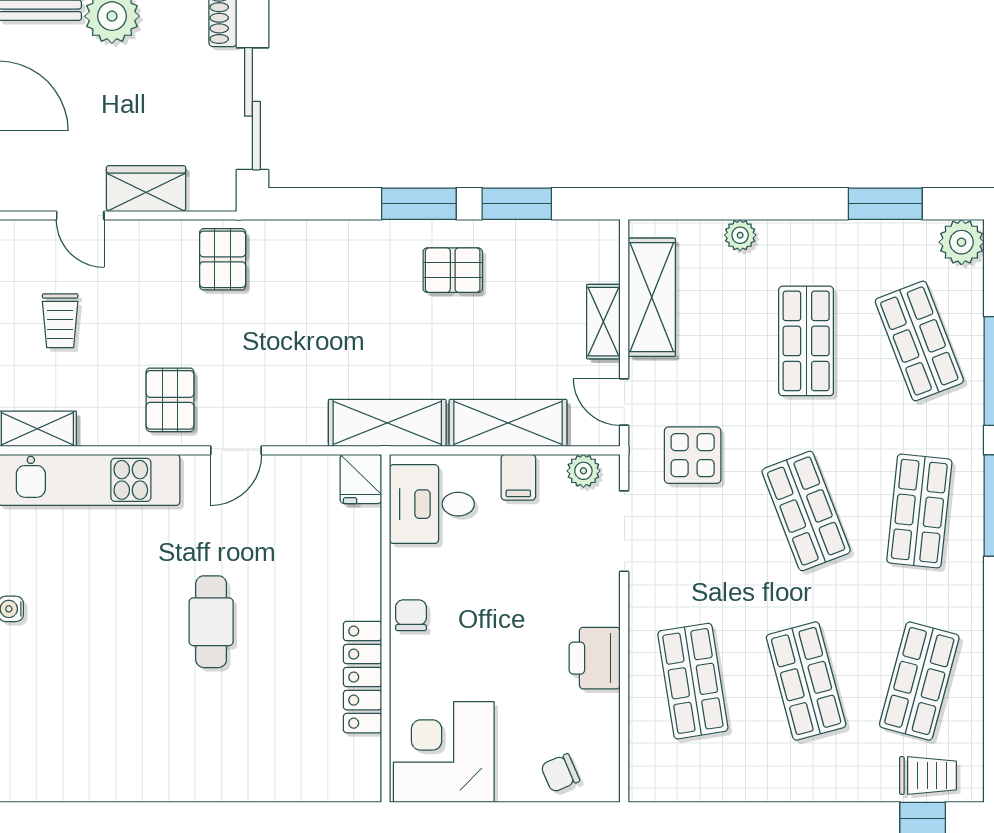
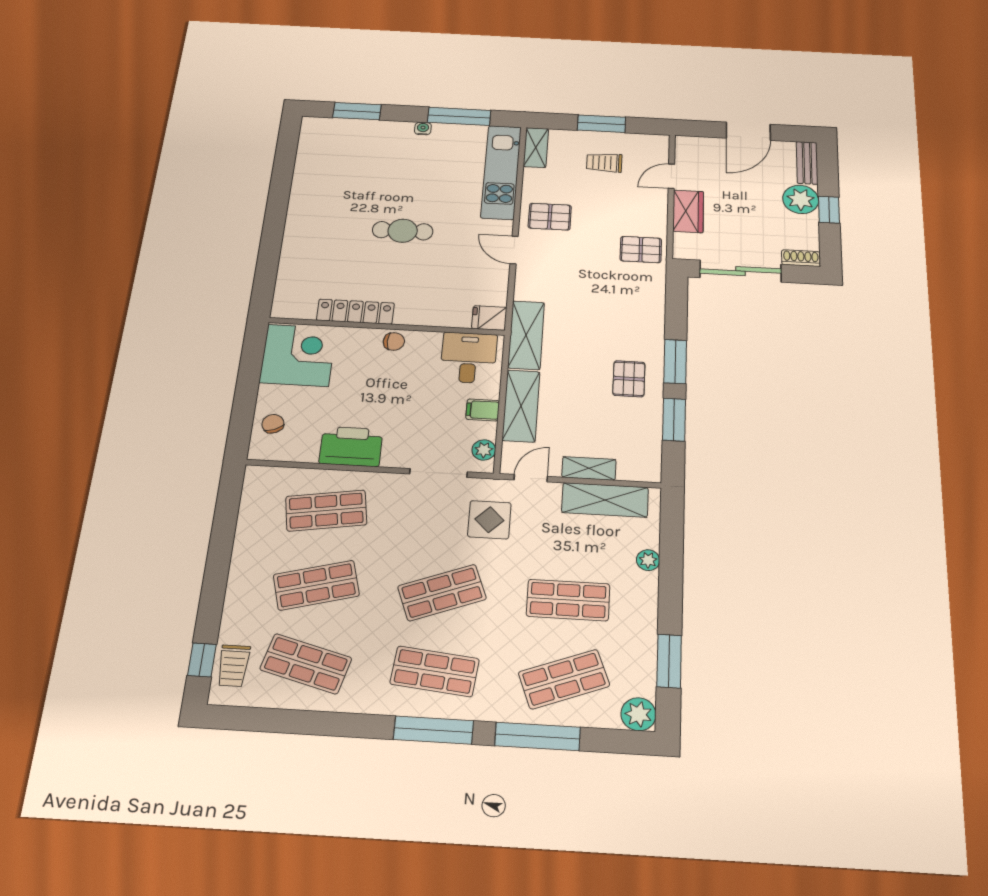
printer: (595, 658) -> (351, 446), width x1.37, depth x1.19

